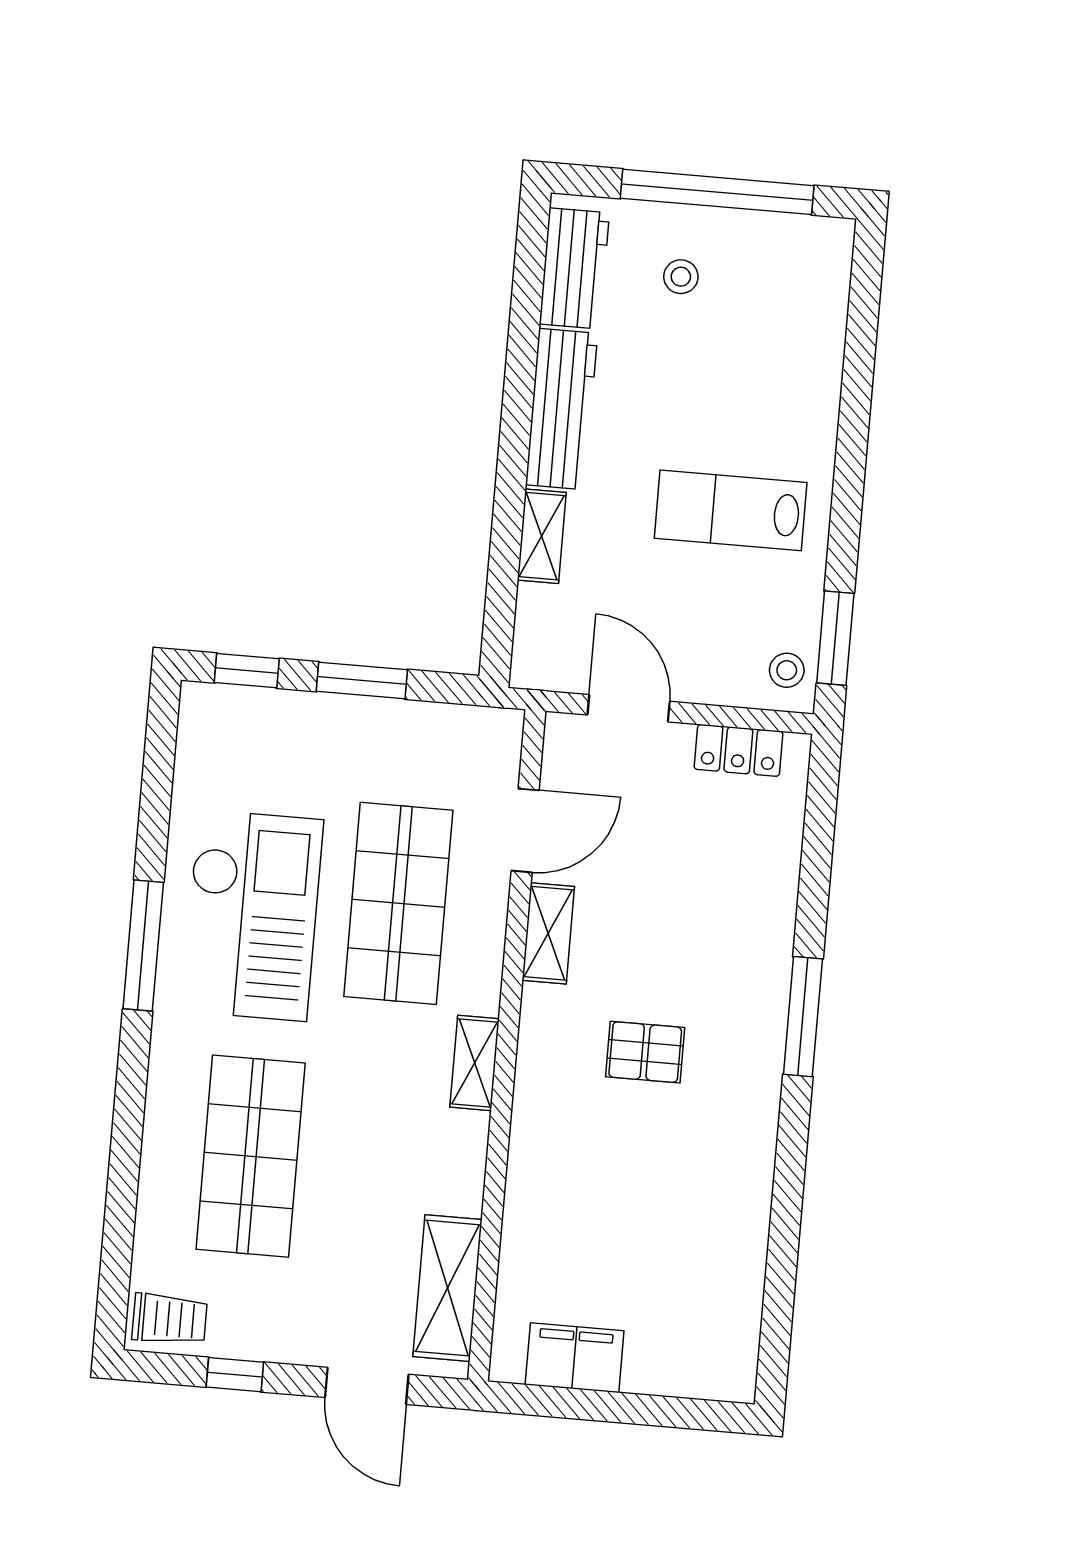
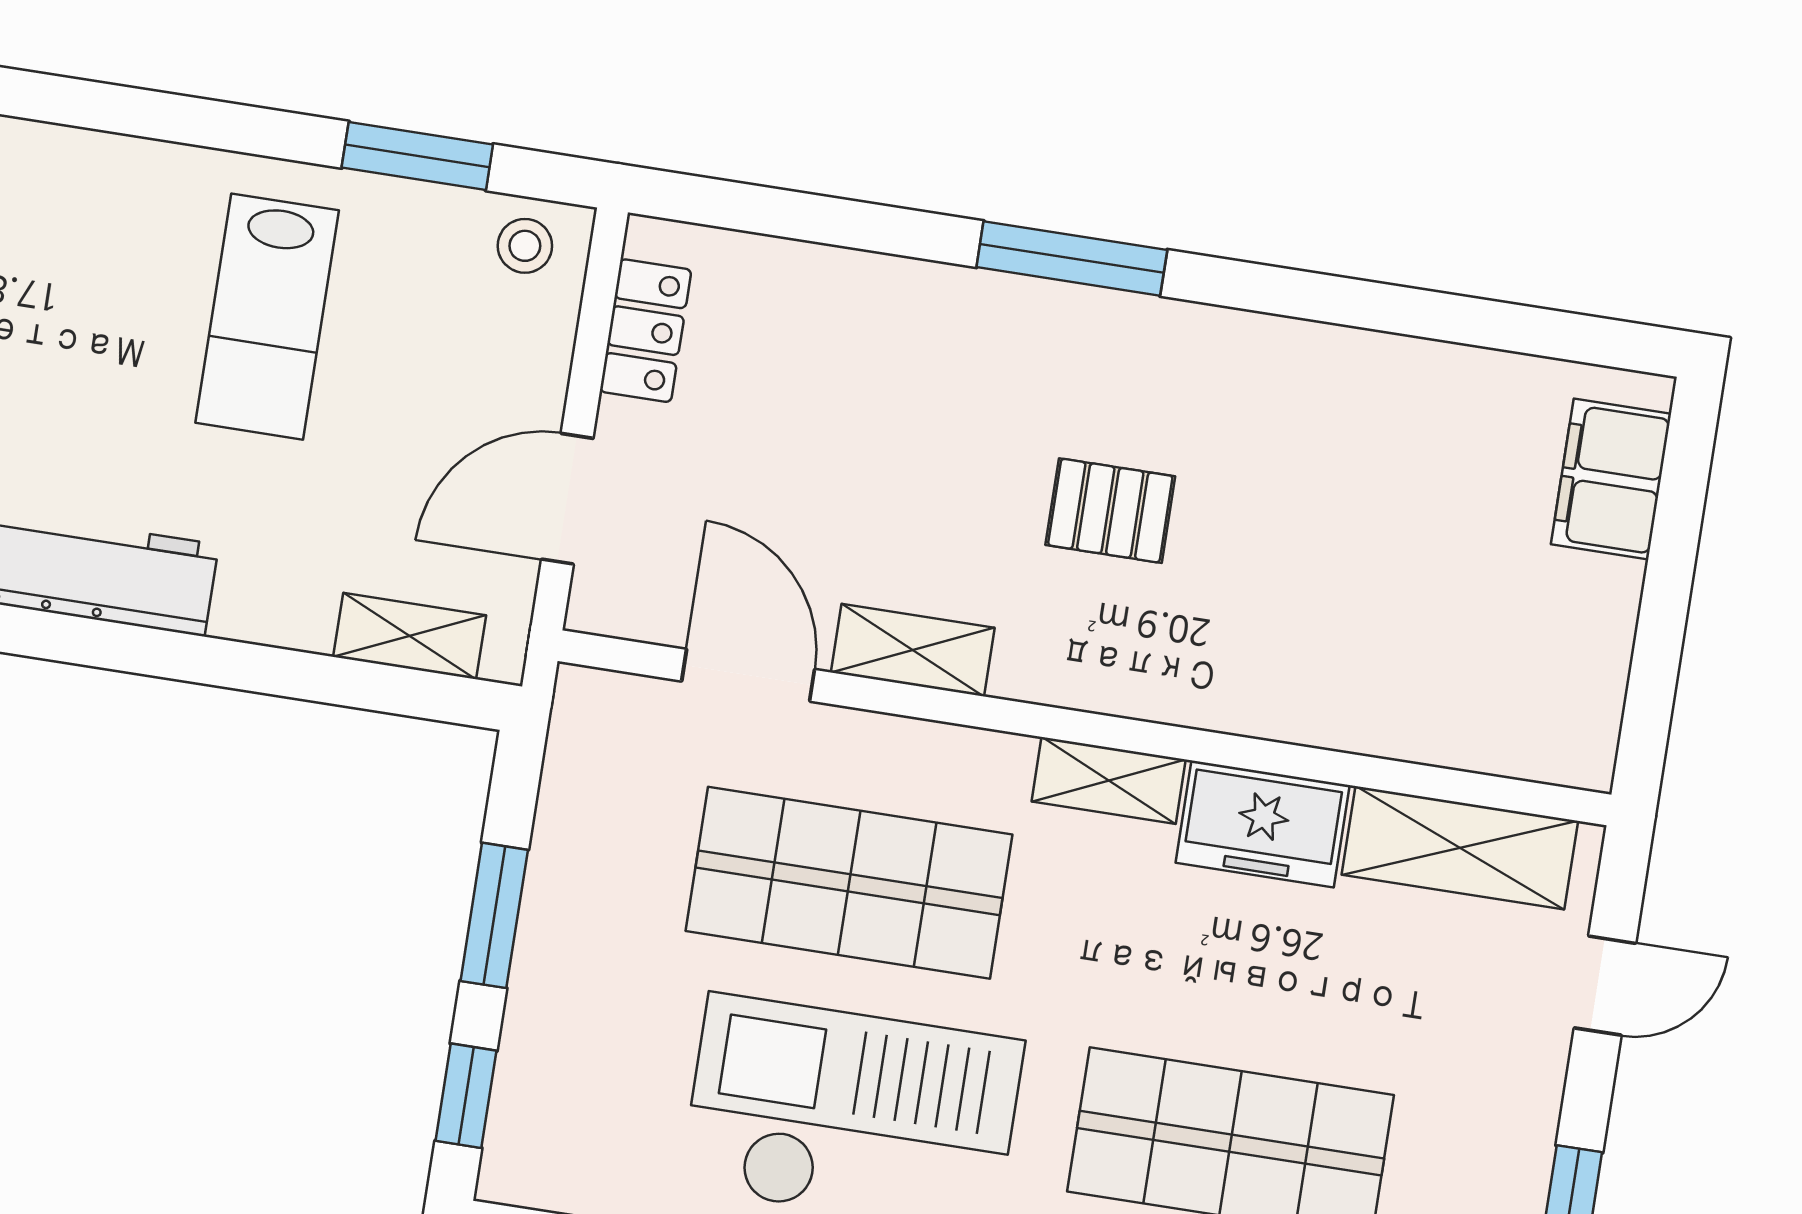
shelving: (542, 536) -> (410, 636), moved
window: (835, 638) -> (417, 156), moved
pallet: (645, 1052) -> (1110, 511), turned 90
freezer: (454, 1162) -> (1263, 824), added
filing cabinet: (575, 1358) -> (1611, 479), moved
door: (367, 1386) -> (1605, 986), width x0.73

